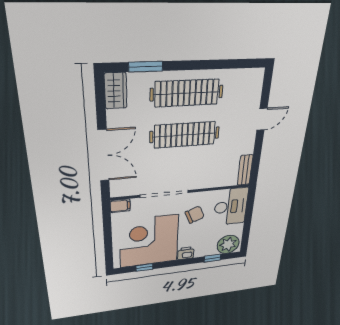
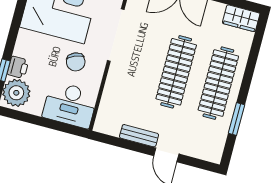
window: (146, 67) -> (236, 119), moved
bench: (245, 170) -> (139, 136), moved
printer: (186, 253) -> (18, 67), moved

